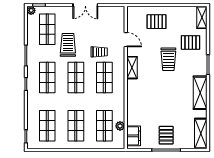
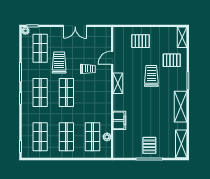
door: (126, 40) -> (112, 58), swing flipped
trolley: (168, 59) -> (151, 76), turned 180
shop shelf: (104, 77) -> (93, 92), removed
filing cabinet: (134, 136) -> (119, 120), moved

